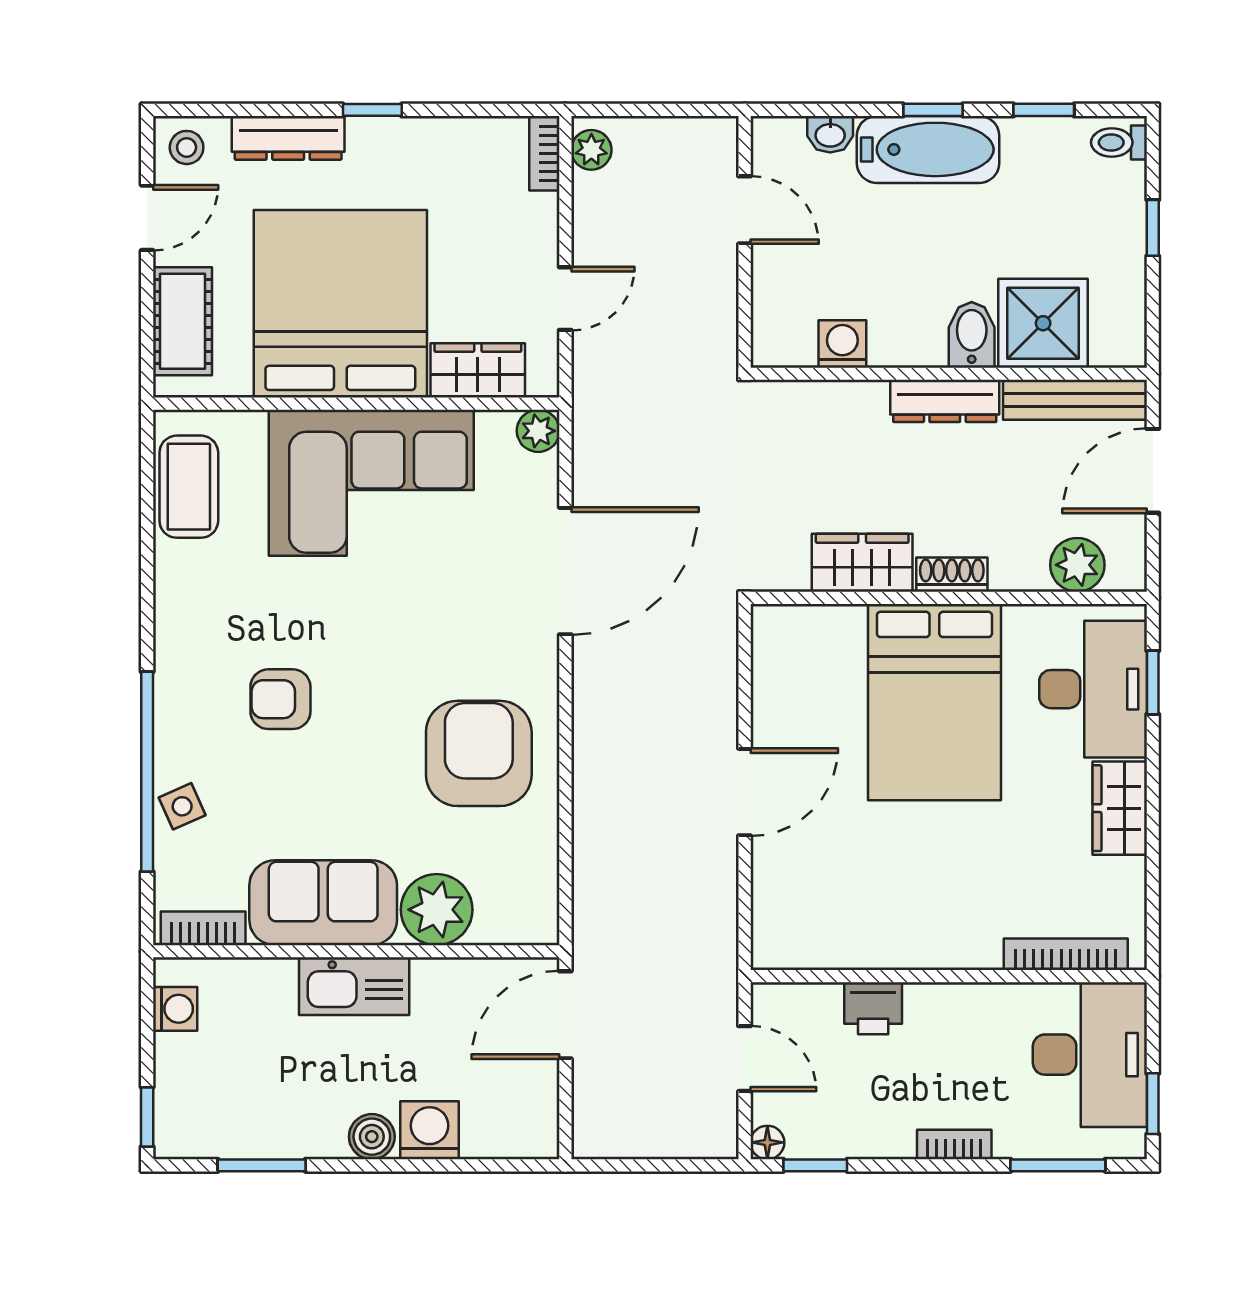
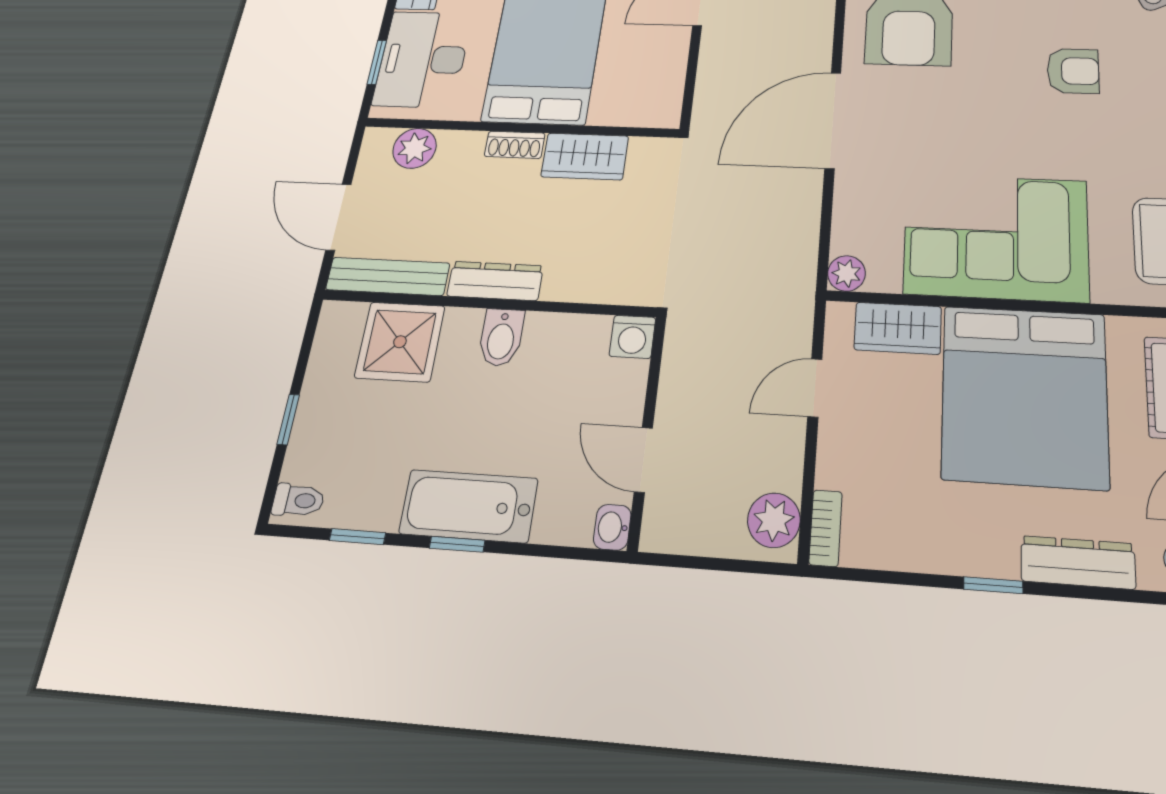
washbasin: (830, 134) -> (612, 527), moved, turned -90
plant: (591, 150) -> (774, 520), width x1.38, depth x1.38
bidet: (972, 335) -> (501, 337), moved
washing machine: (842, 344) -> (632, 337), moved
door: (1153, 471) -> (338, 217), swing flipped
door: (565, 571) -> (833, 120), moved

